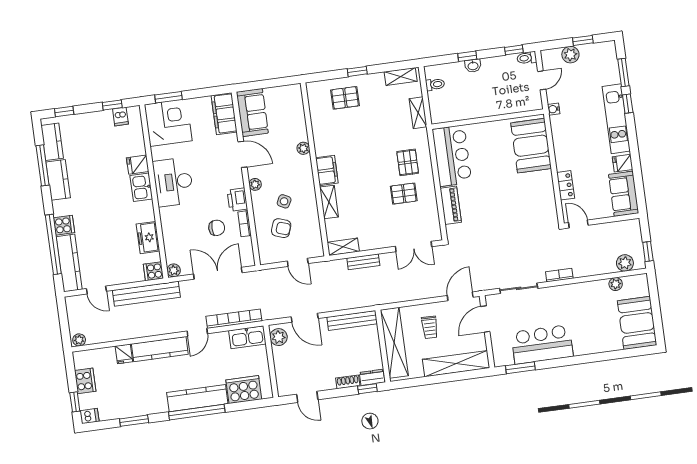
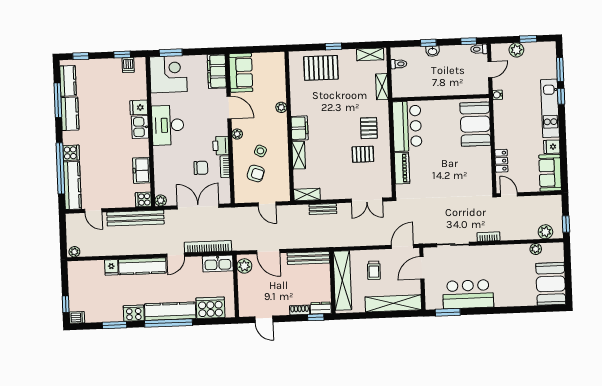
pallet: (345, 98) -> (321, 68), width x1.50, depth x1.42
cooker: (85, 381) -> (134, 313), moved, turned -90

